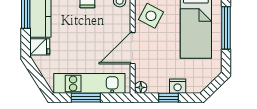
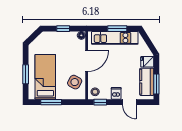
window: (226, 28) -> (26, 74), width x0.69
nightstand: (178, 86) -> (57, 36), removed

